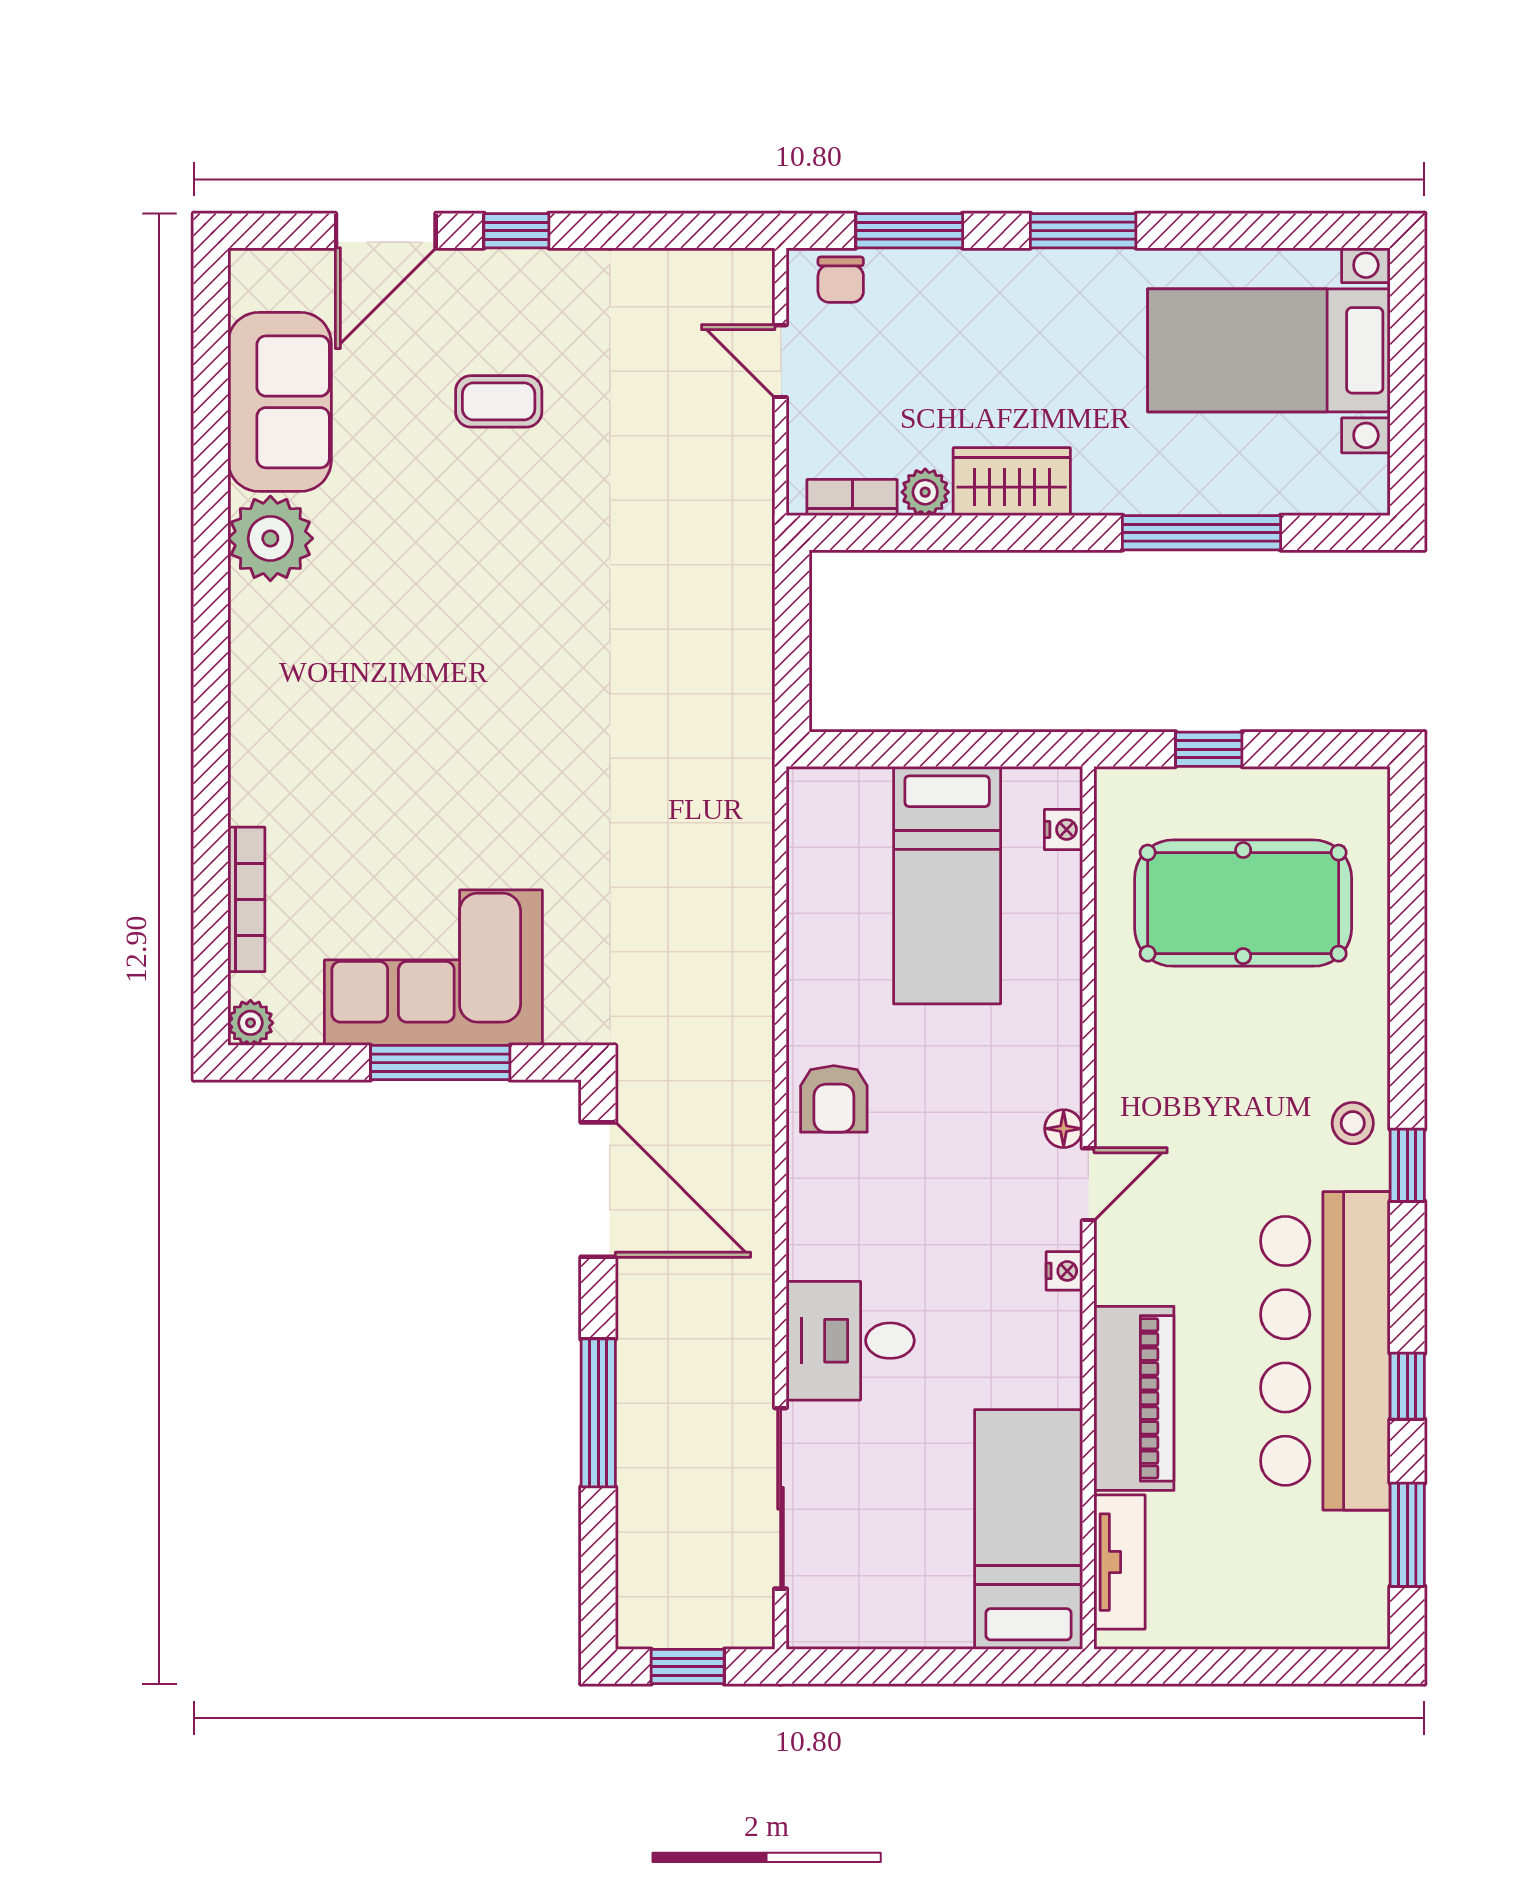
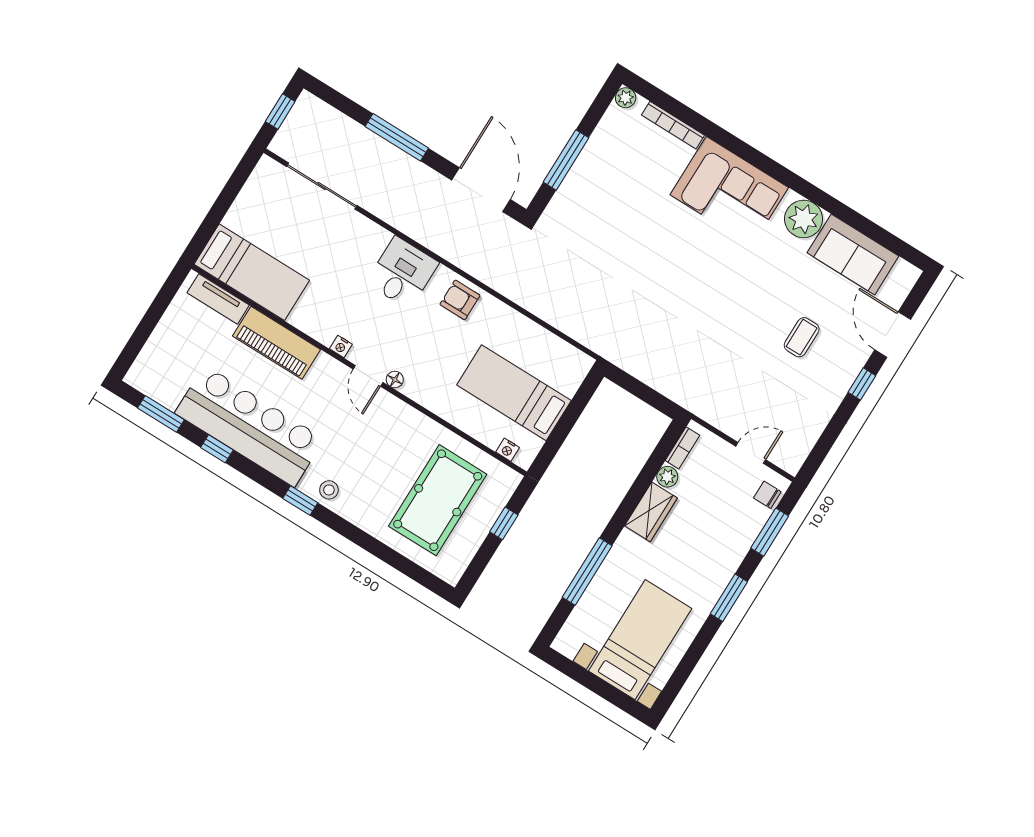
corner sofa: (433, 968) -> (729, 191), moved, turned 90
door: (598, 1190) -> (481, 190), swing flipped
desk: (850, 1341) -> (402, 273), moved

